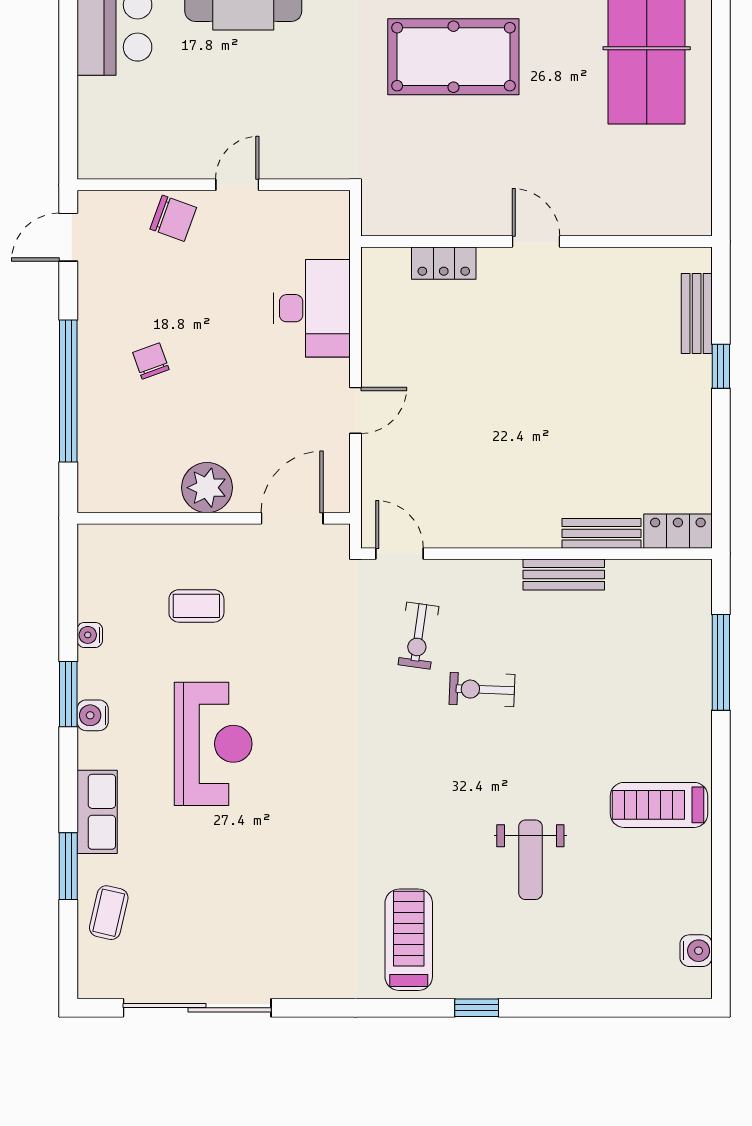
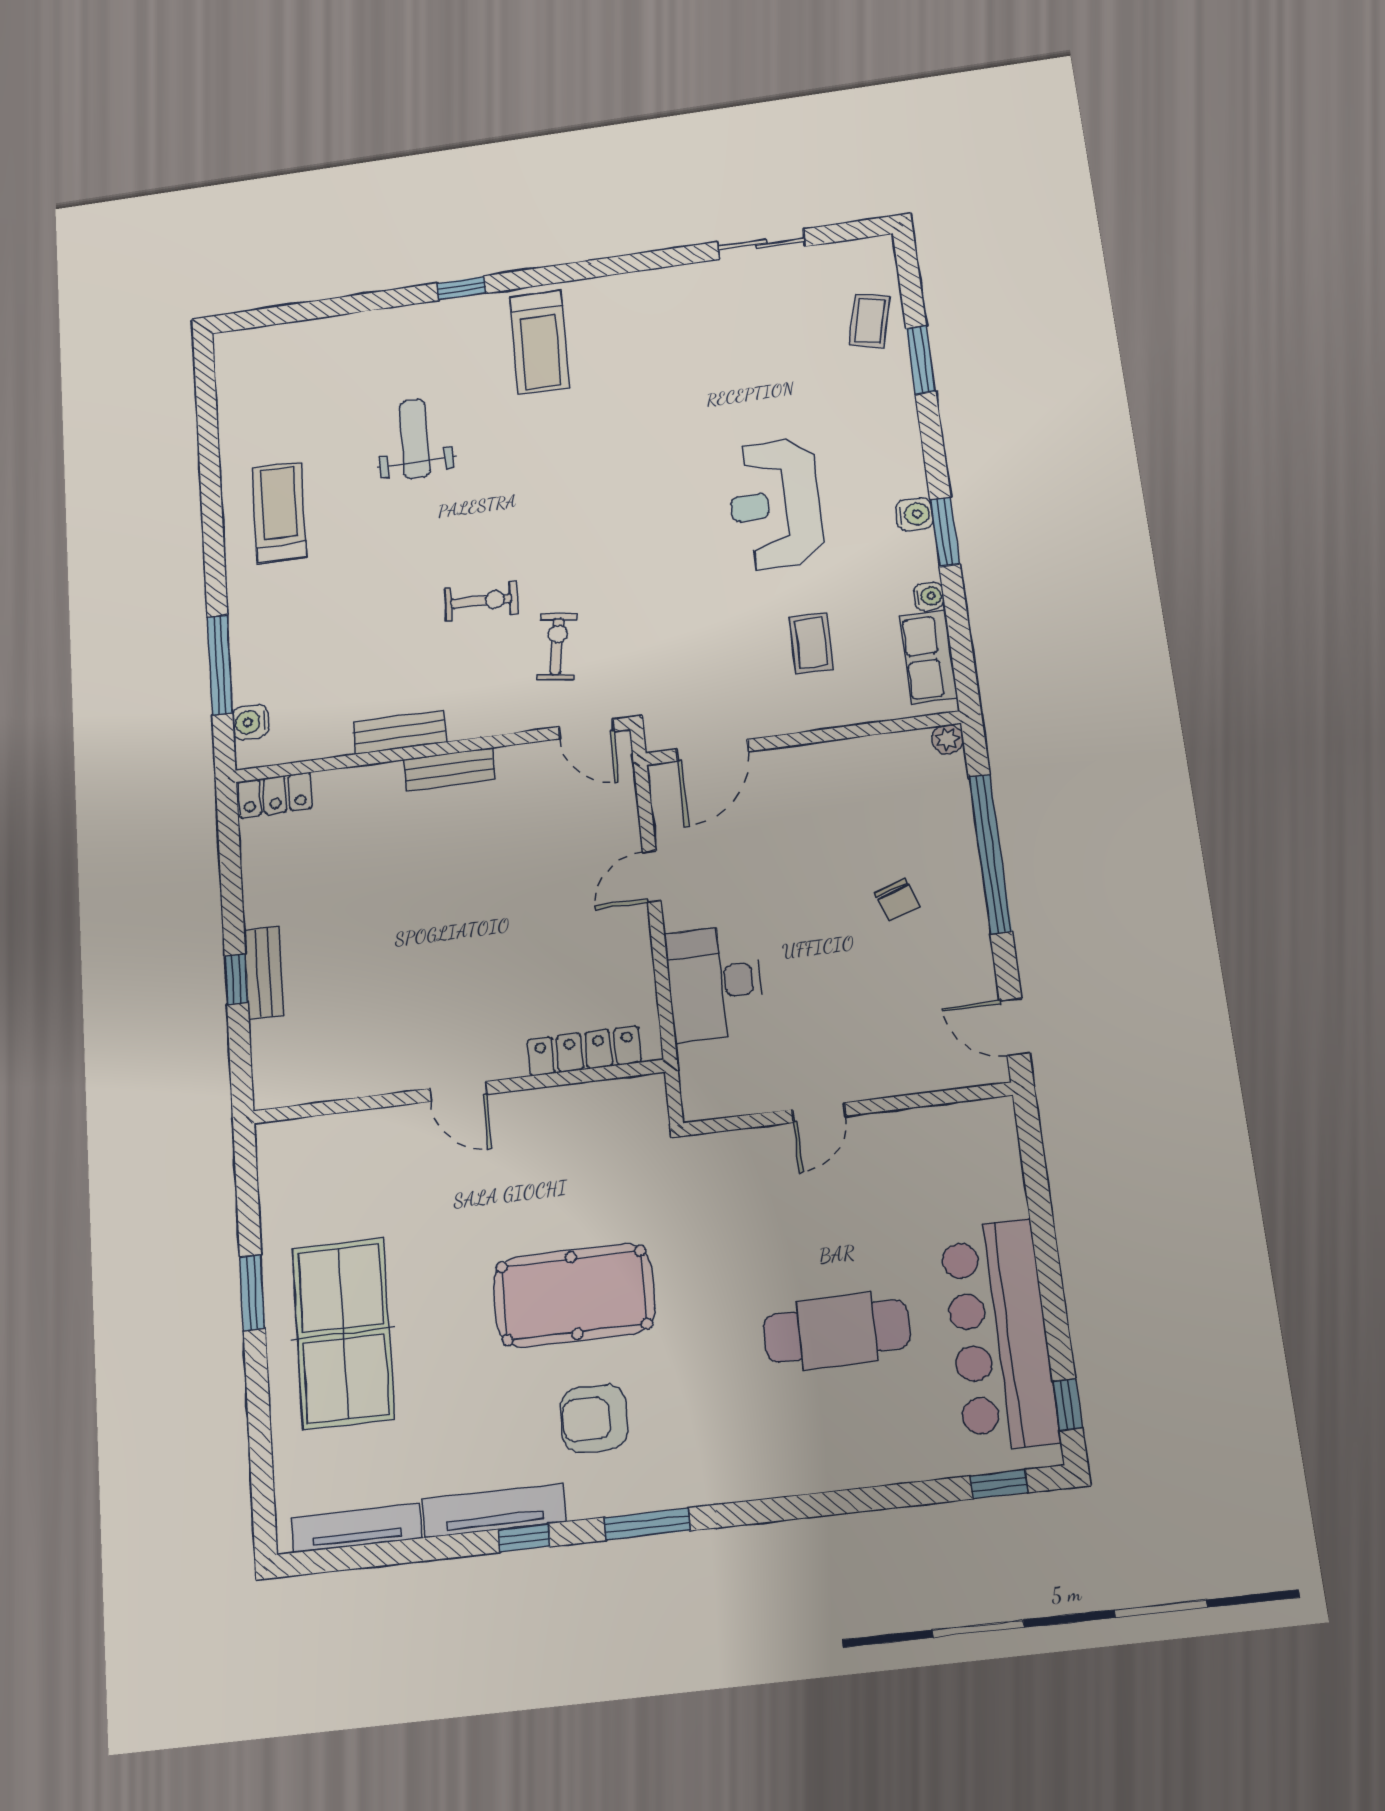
window: (721, 91) -> (252, 1292), added
chair: (173, 218) -> (891, 1064), removed
door: (68, 237) -> (1014, 1027), swing flipped
locker: (444, 263) -> (584, 1051), width x1.53
bench: (697, 313) -> (264, 973), moved
plant: (207, 488) -> (948, 739), moved, width x0.53, depth x0.53
bench: (602, 533) -> (449, 769), moved
coffee table: (196, 606) -> (811, 643), turned 90
treadmill: (659, 805) -> (279, 512), turned -90
row of seats: (97, 812) -> (929, 657), moved
water cooler: (696, 951) -> (251, 722), moved
sliding door: (197, 1008) -> (761, 244), width x0.54

